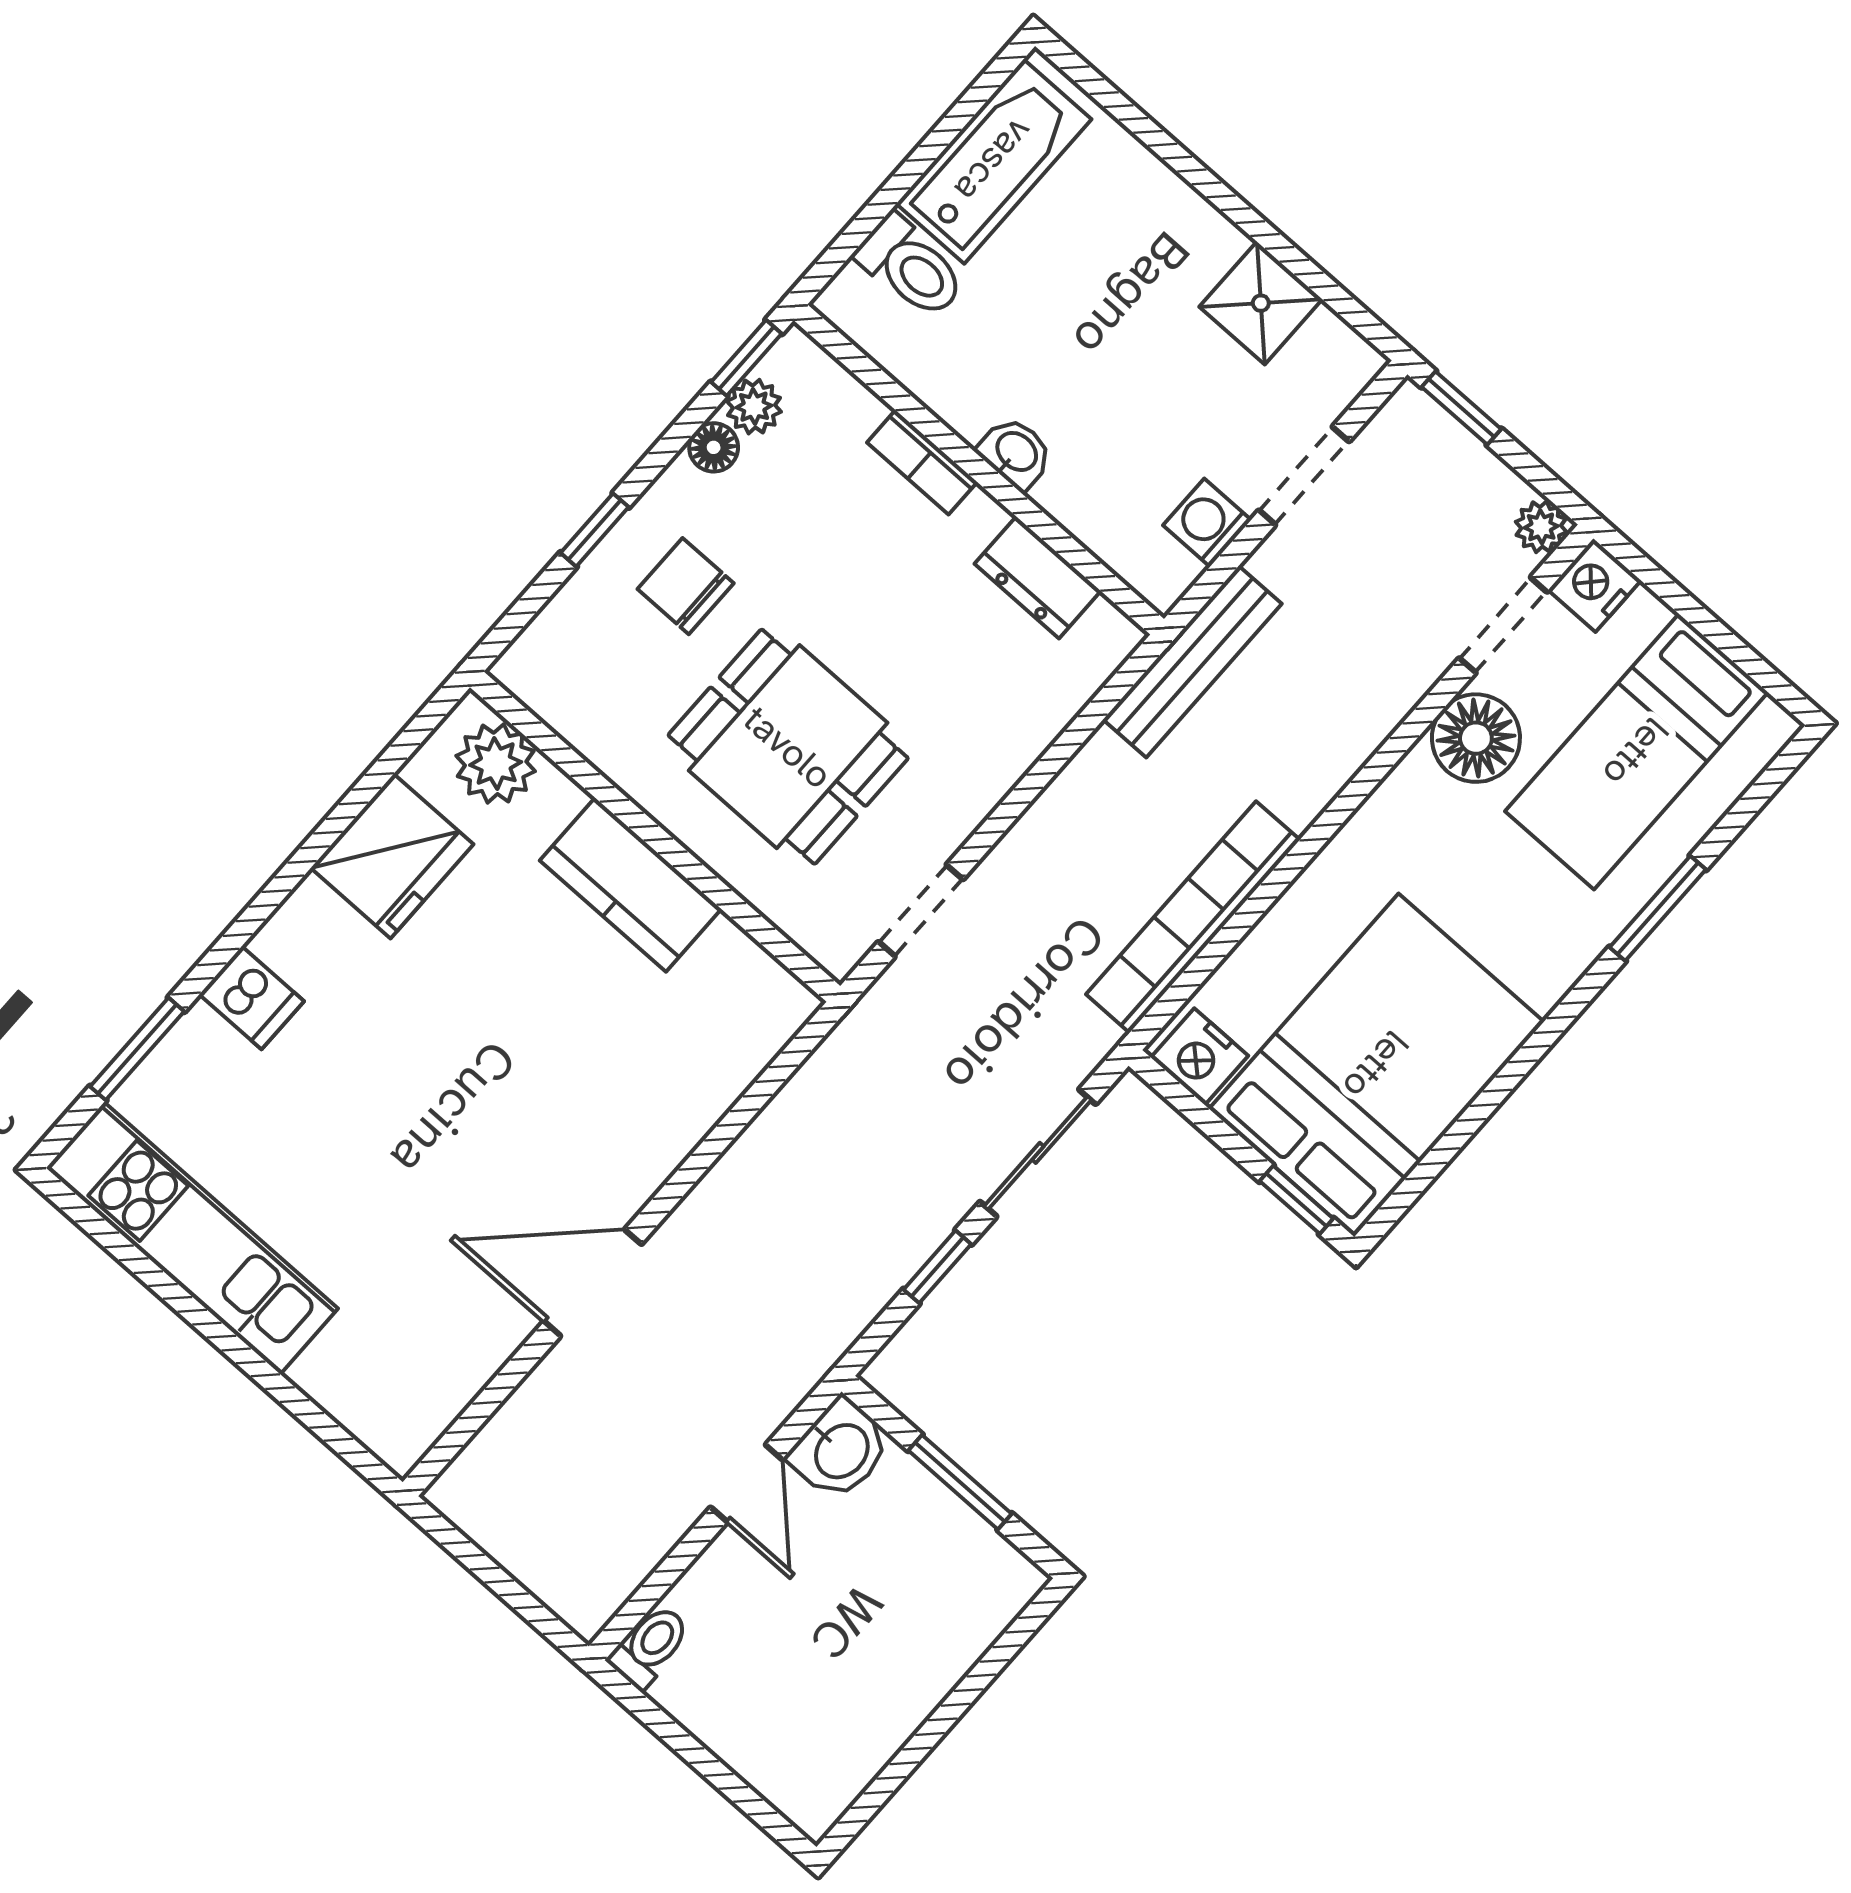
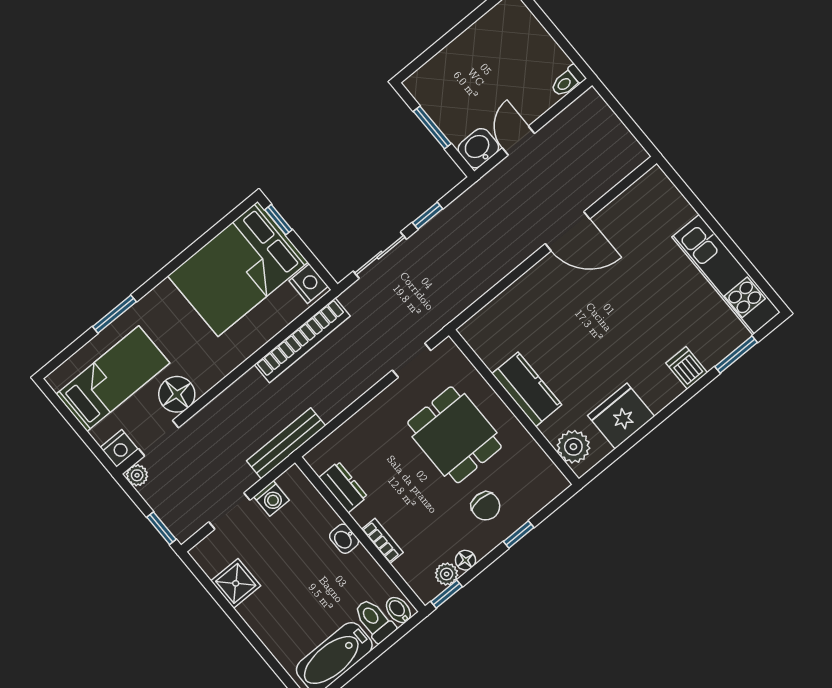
bidet: (857, 301) -> (398, 610), added

